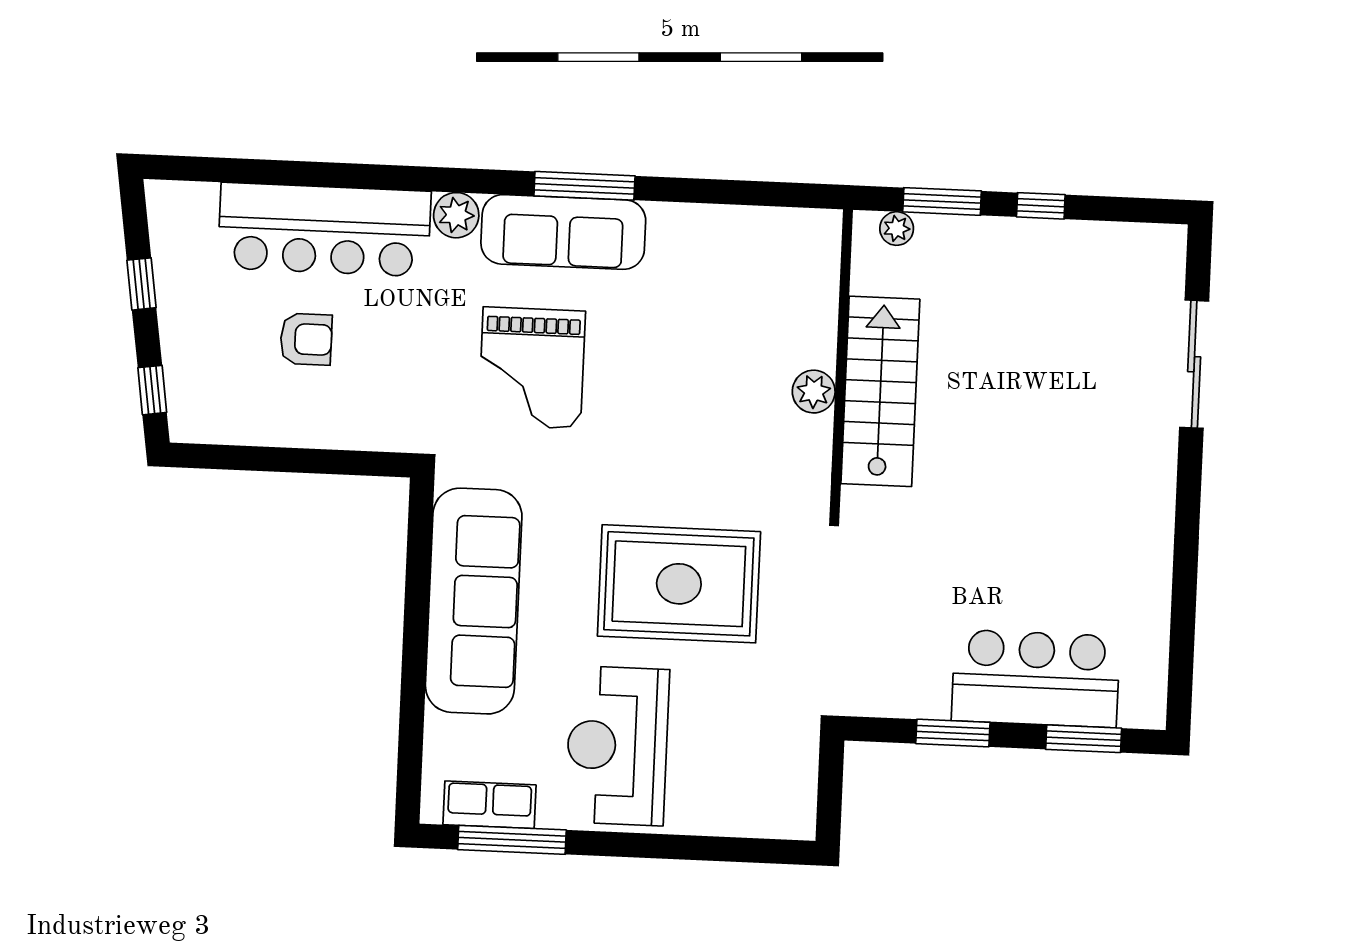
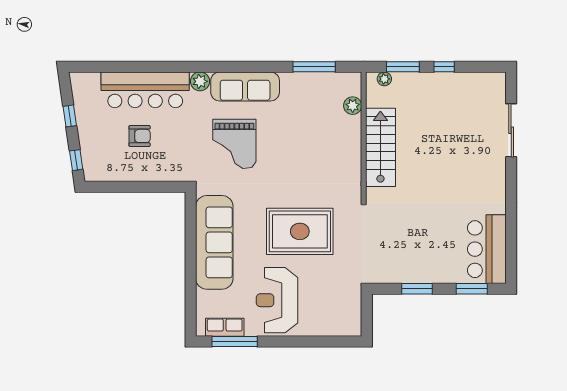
window: (584, 186) -> (314, 67), moved
plant: (814, 392) -> (353, 106), moved
bar counter: (1036, 678) -> (487, 249), moved, turned -90

